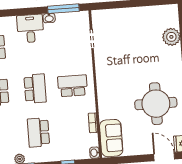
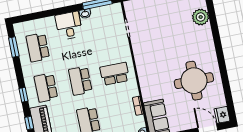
school desk: (35, 89) -> (80, 81), turned 180

